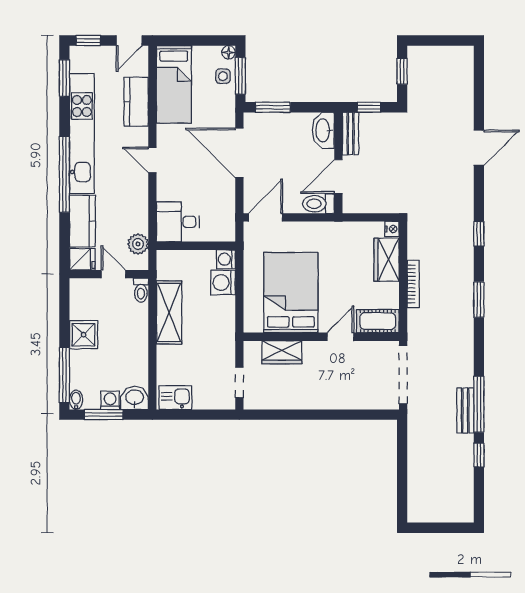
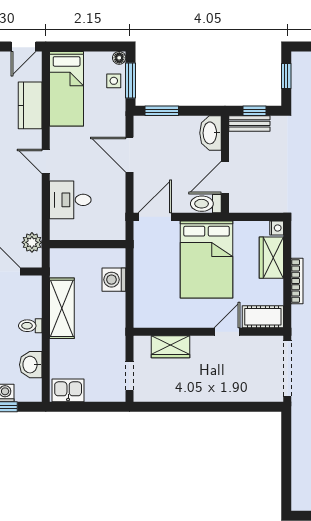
bench: (351, 134) -> (249, 123), moved, turned 90
door: (239, 153) -> (130, 155), width x0.73
desk: (178, 222) -> (70, 200), moved
washing machine: (226, 259) -> (117, 257), removed
toilet: (141, 290) -> (30, 326), moved, turned 90
bed: (291, 293) -> (207, 259), moved, turned 180
washbasin: (135, 398) -> (31, 365), moved, turned -90

